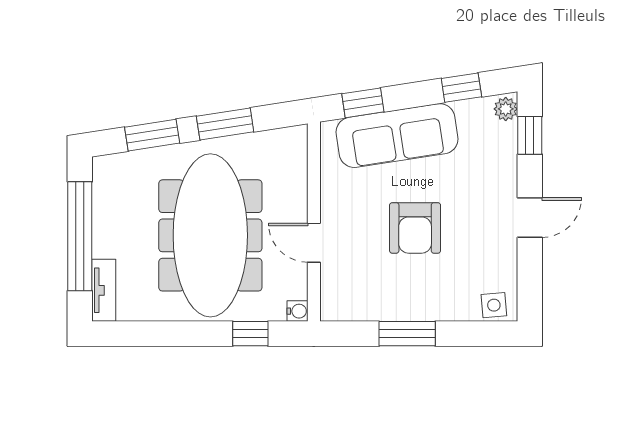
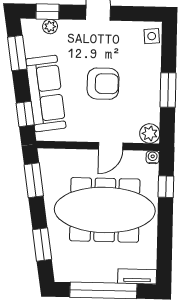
window: (461, 88) -> (17, 53), width x1.50
plant: (506, 109) -> (50, 26), moved
window: (225, 124) -> (34, 180), moved
plant: (336, 305) -> (150, 133), added

